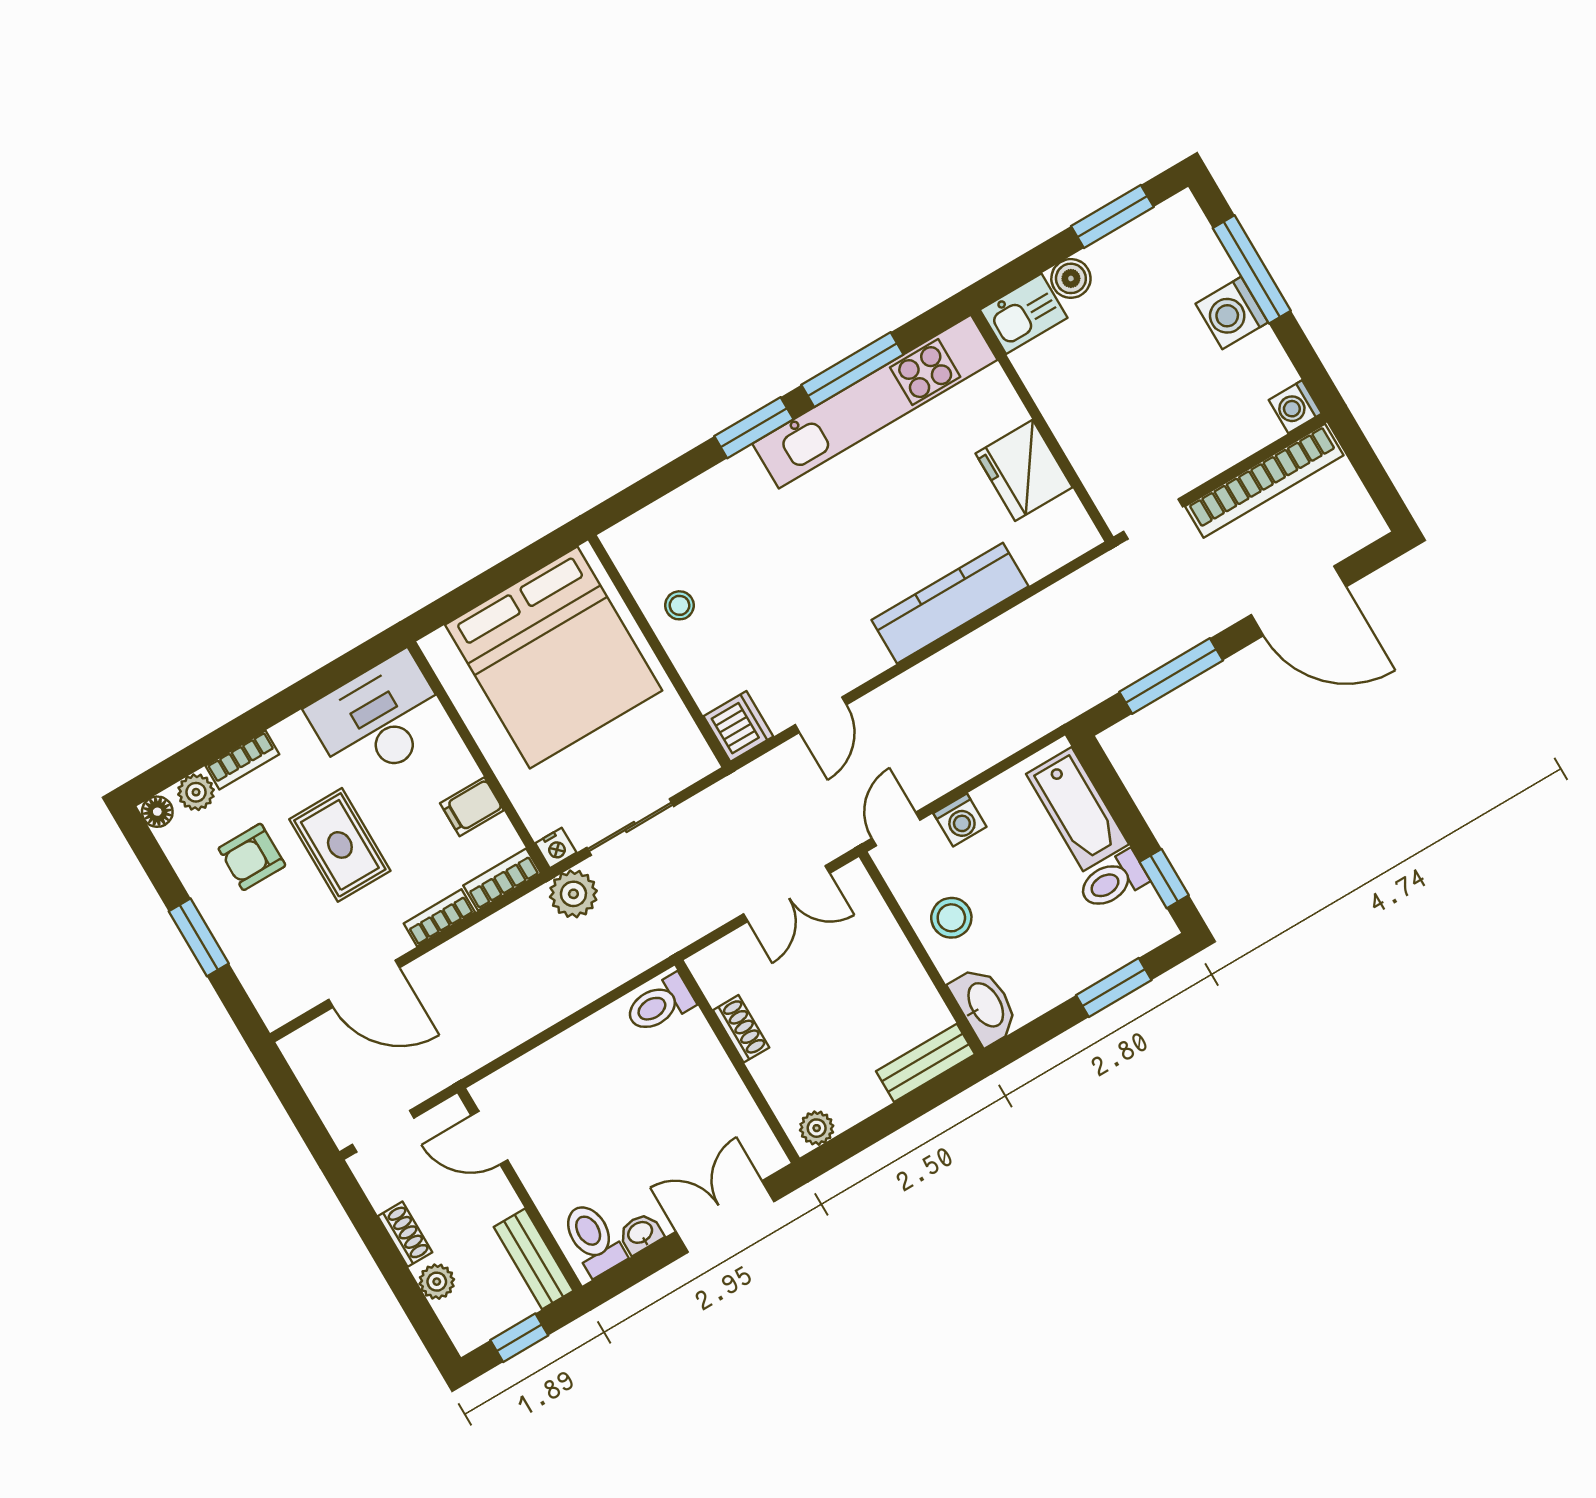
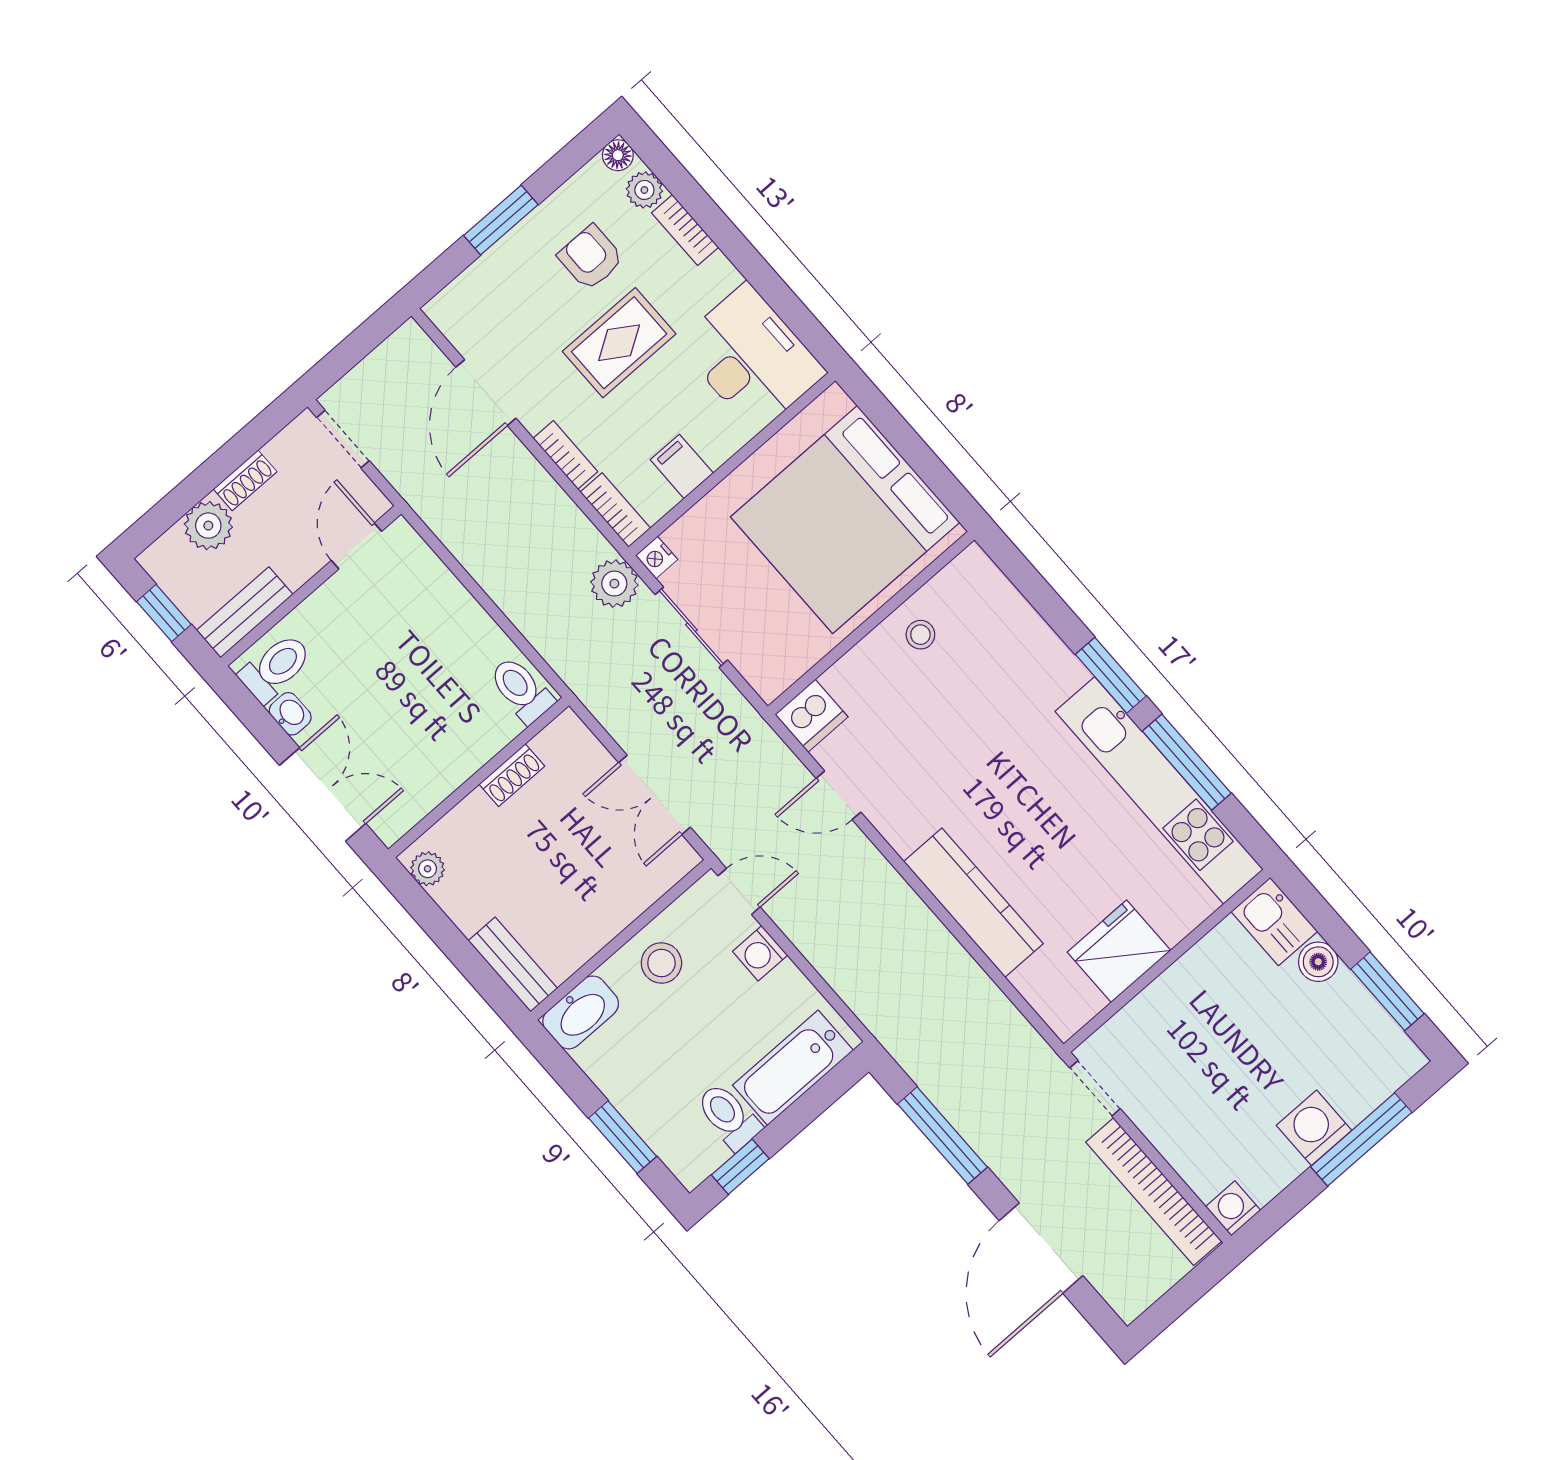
plant: (437, 1282) -> (208, 526), width x1.38, depth x1.38

